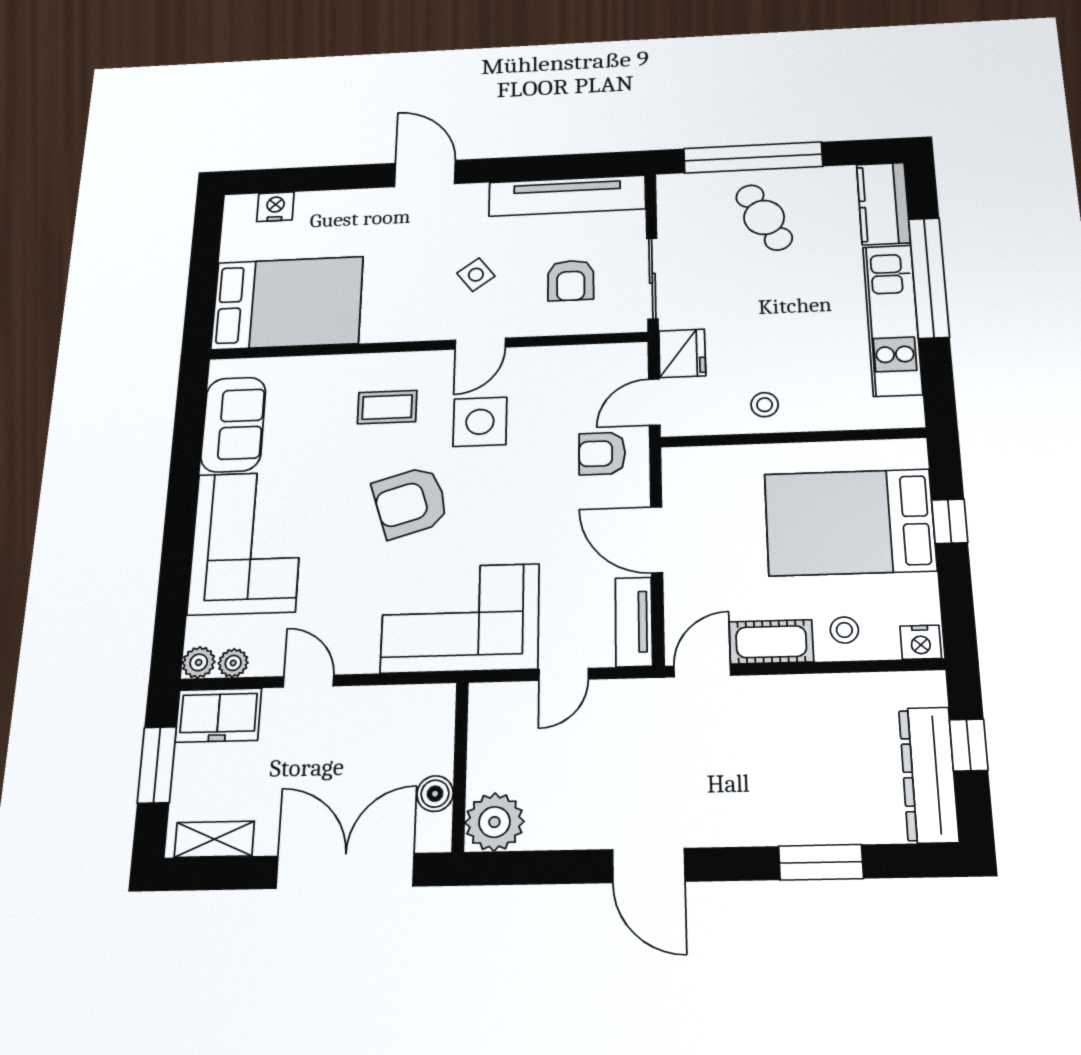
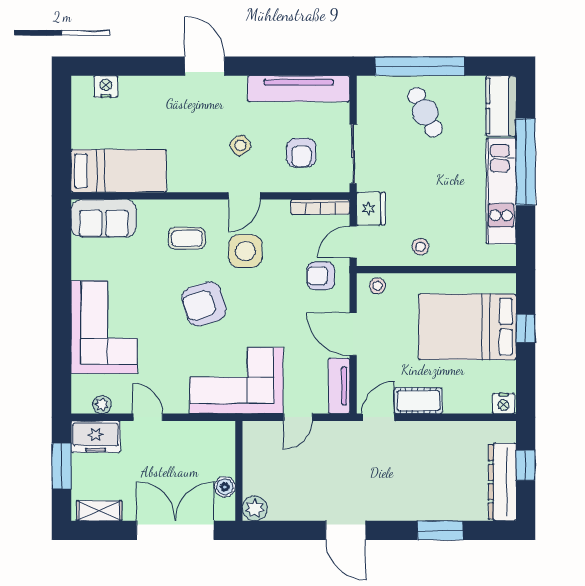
bed: (287, 303) -> (119, 171), width x0.67
bookcase: (601, 354) -> (320, 207), added
sofa: (233, 424) -> (104, 218), moved, turned 90
stool: (844, 630) -> (377, 286), moved
plant: (199, 662) -> (81, 404), removed
plant: (494, 822) -> (255, 508), width x0.73, depth x0.73

